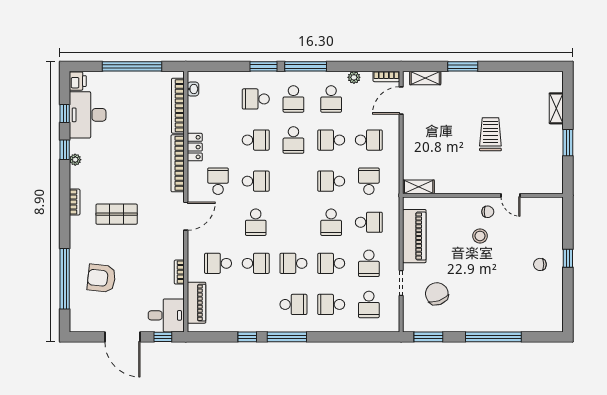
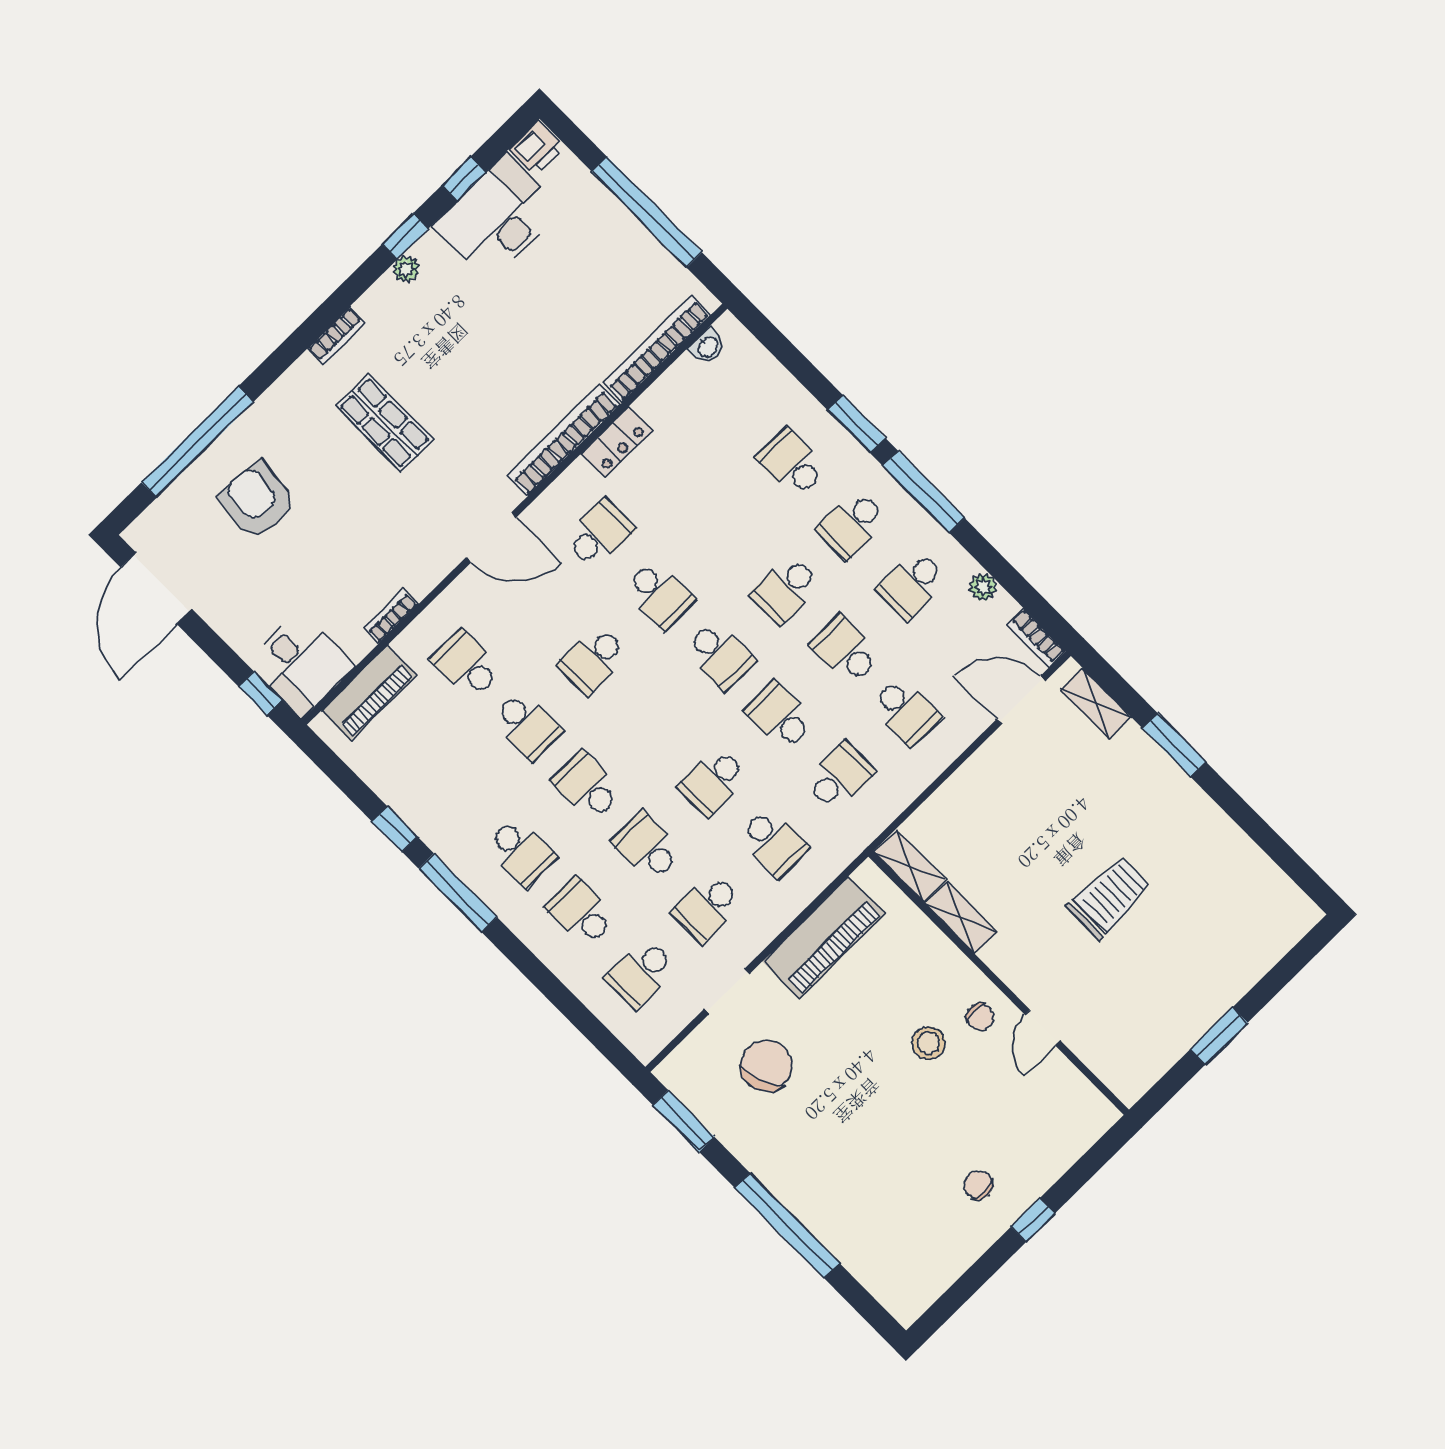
shelving: (556, 108) -> (961, 918), moved, turned 90
school desk: (256, 140) -> (719, 655), moved
door: (122, 337) -> (156, 588), moved

